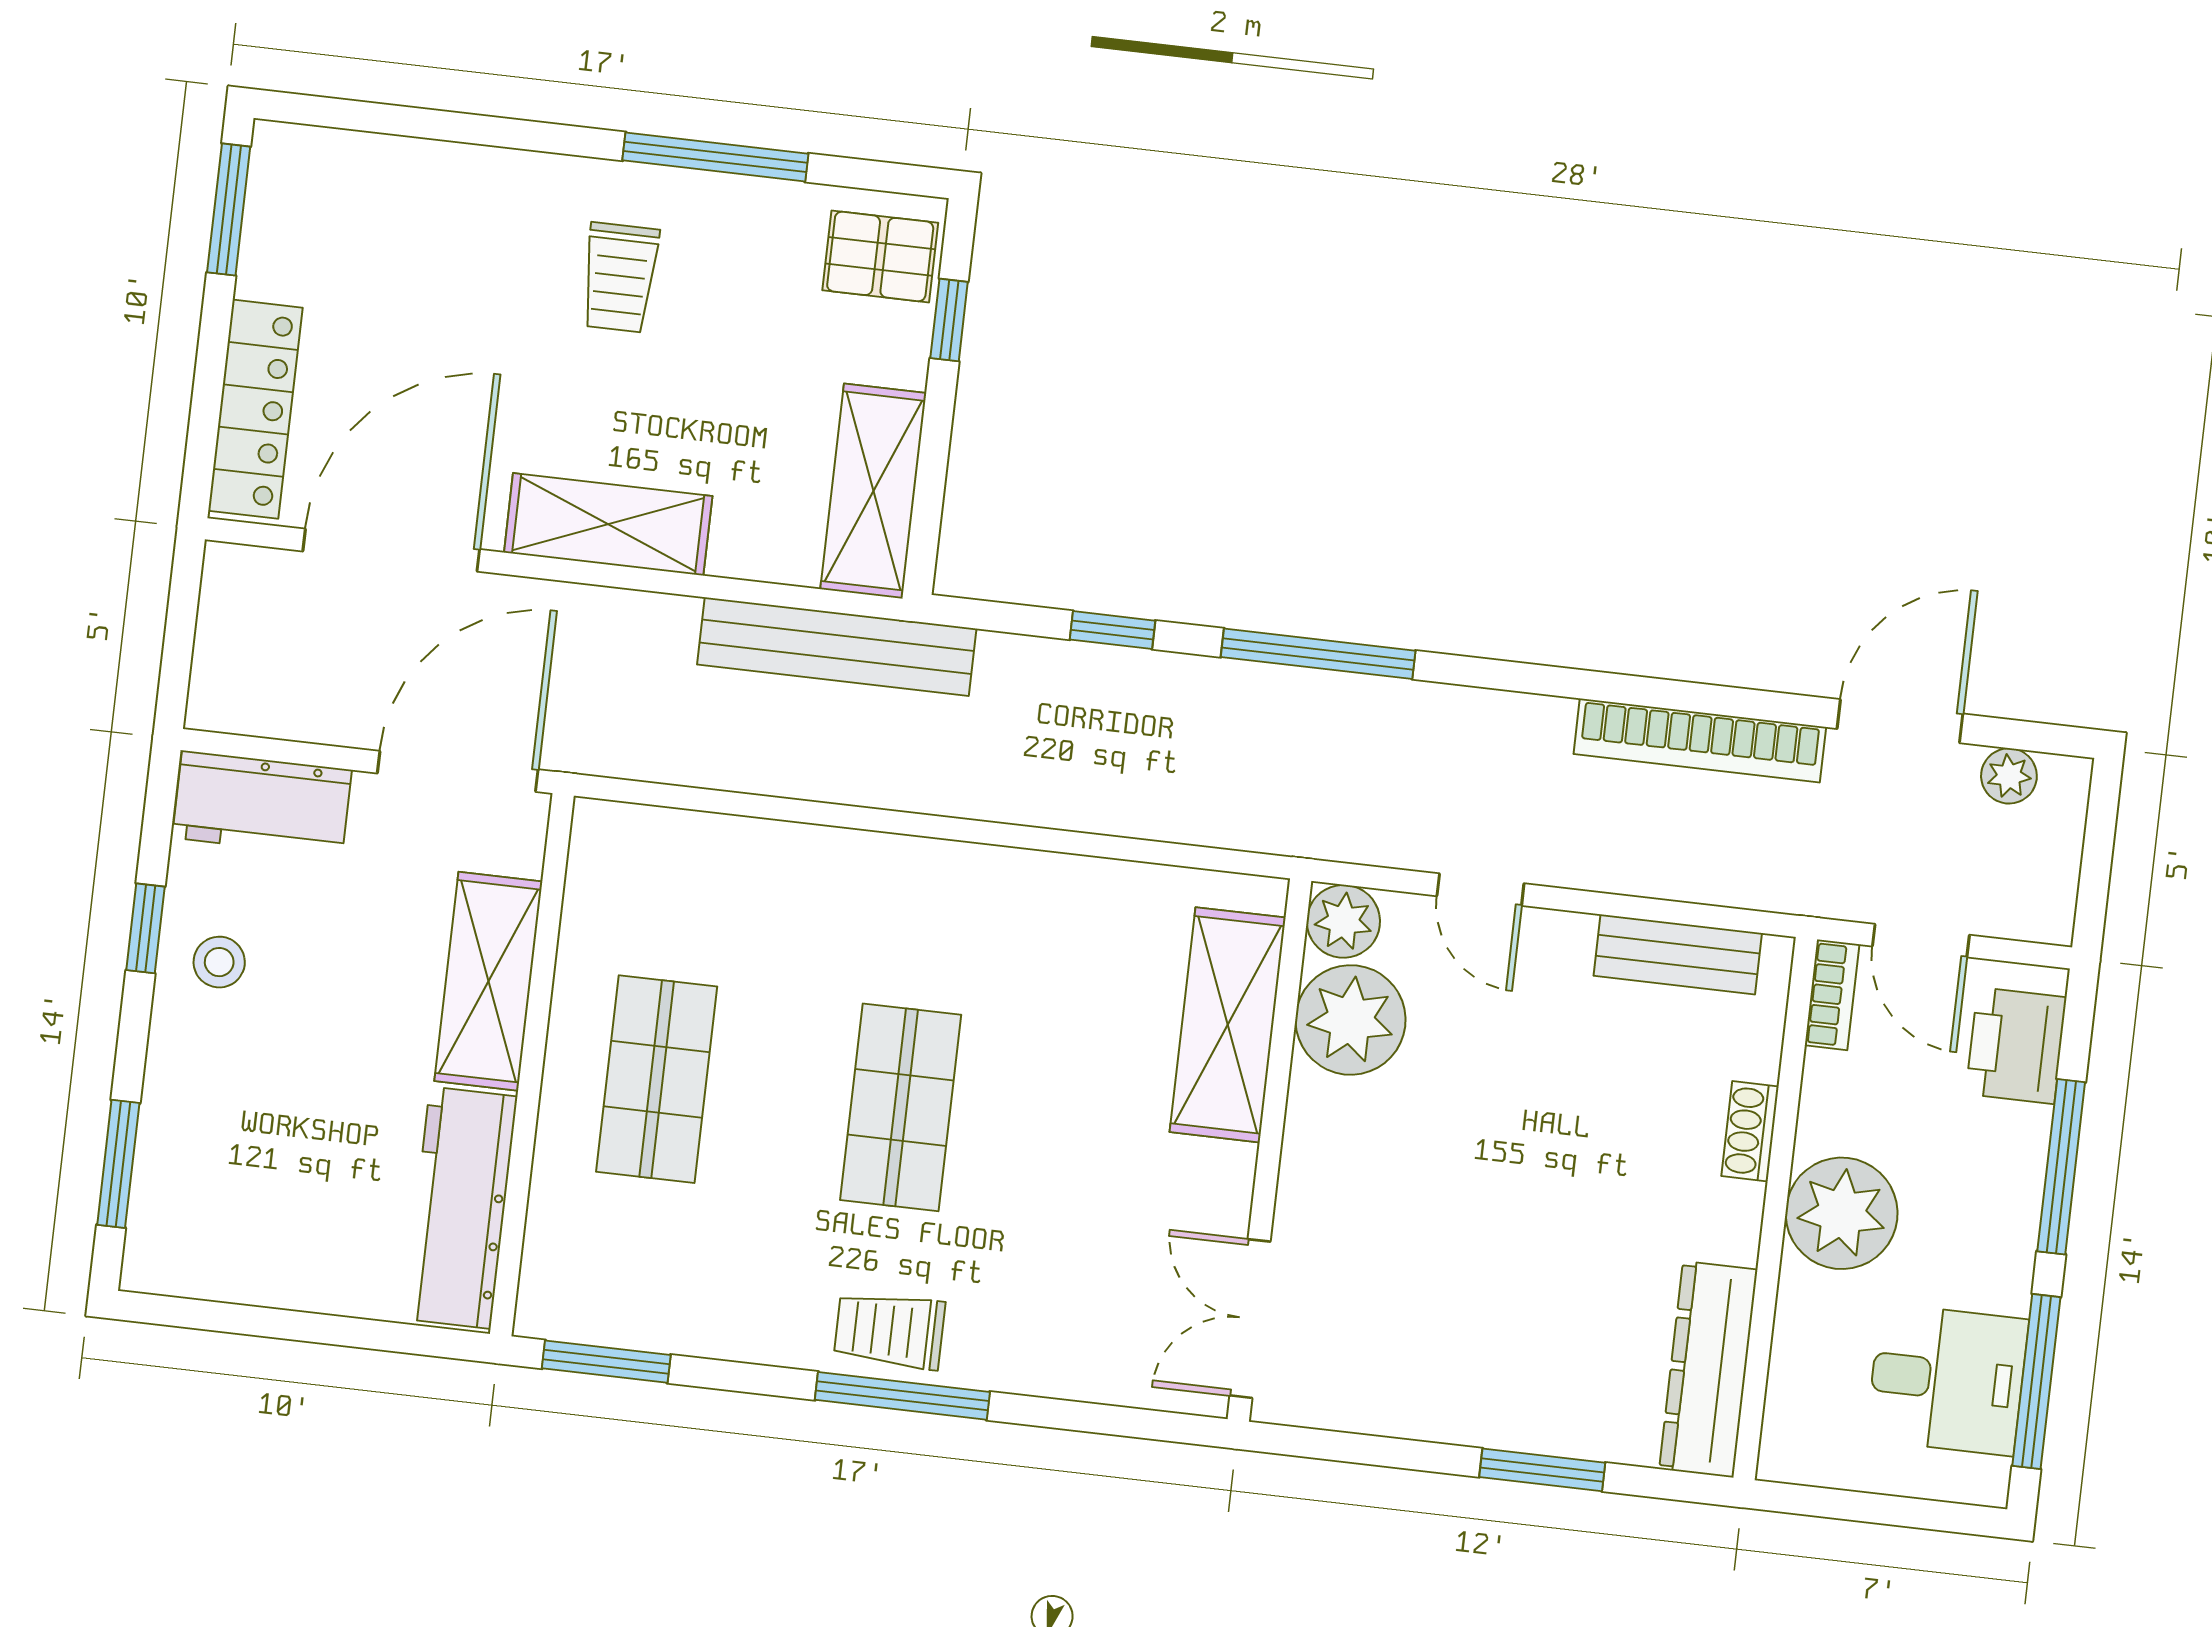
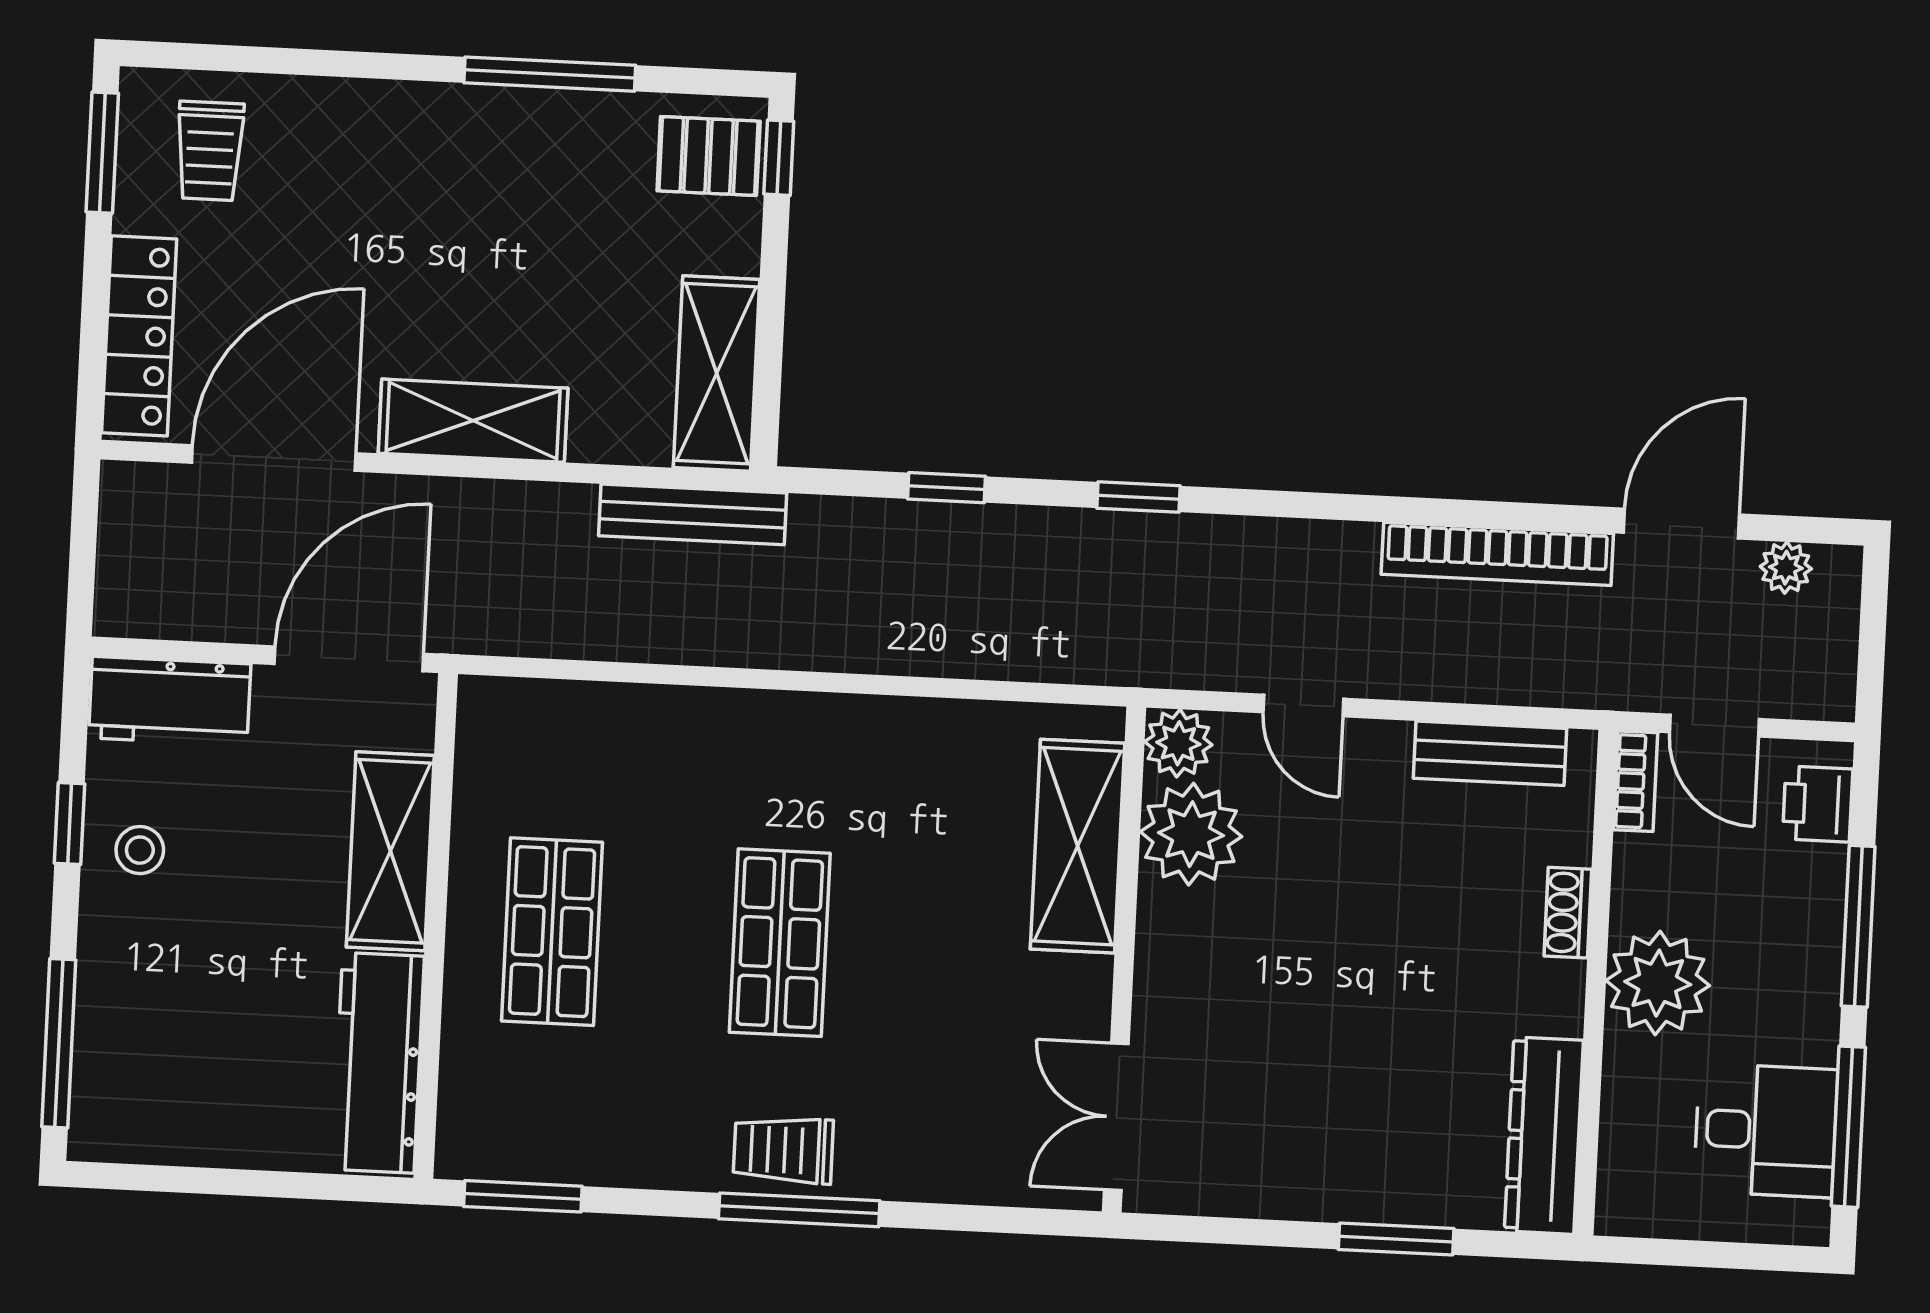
trolley: (620, 277) -> (210, 151), moved
window: (949, 320) -> (779, 158), moved
bench: (837, 647) -> (693, 514), width x0.73, depth x0.82
window: (1318, 654) -> (1138, 497), width x0.46
printer: (2016, 1046) -> (1818, 804), width x0.73, depth x0.81
window: (118, 1164) -> (59, 1043), width x1.44

